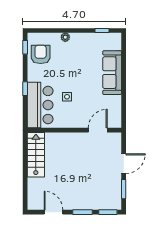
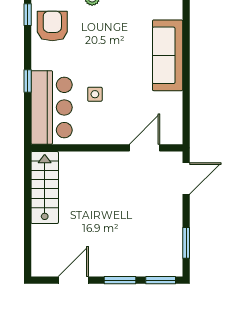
door: (124, 164) -> (186, 179), moved
door: (54, 212) -> (73, 280), hinge flipped

